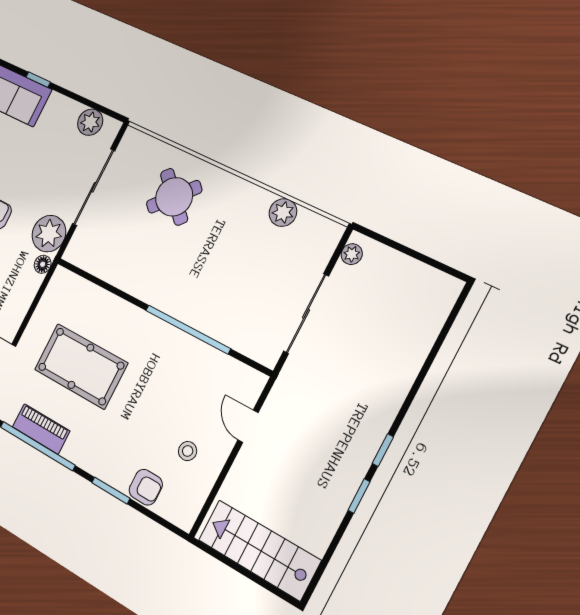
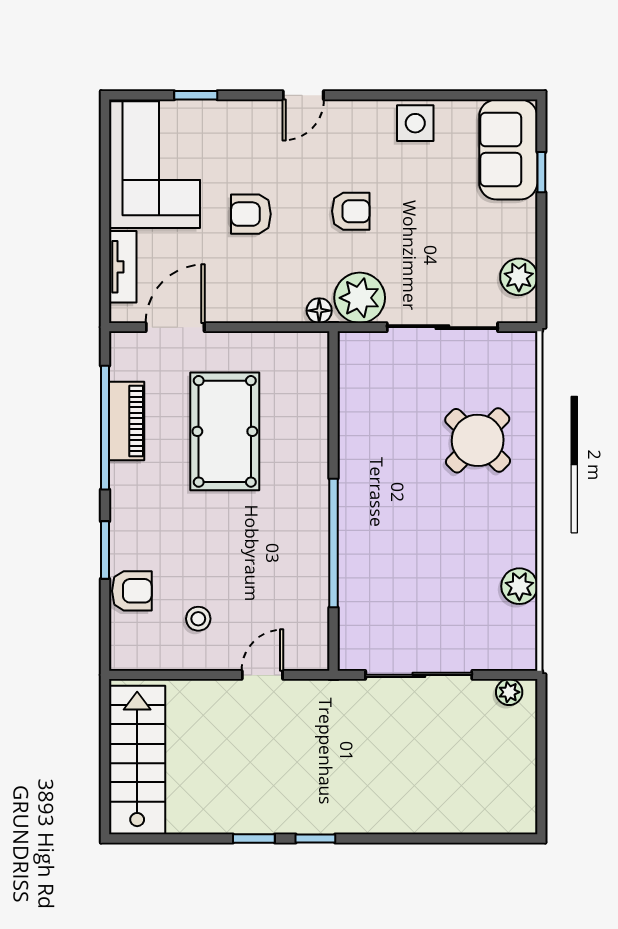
armchair: (146, 487) -> (132, 591), turned -90

